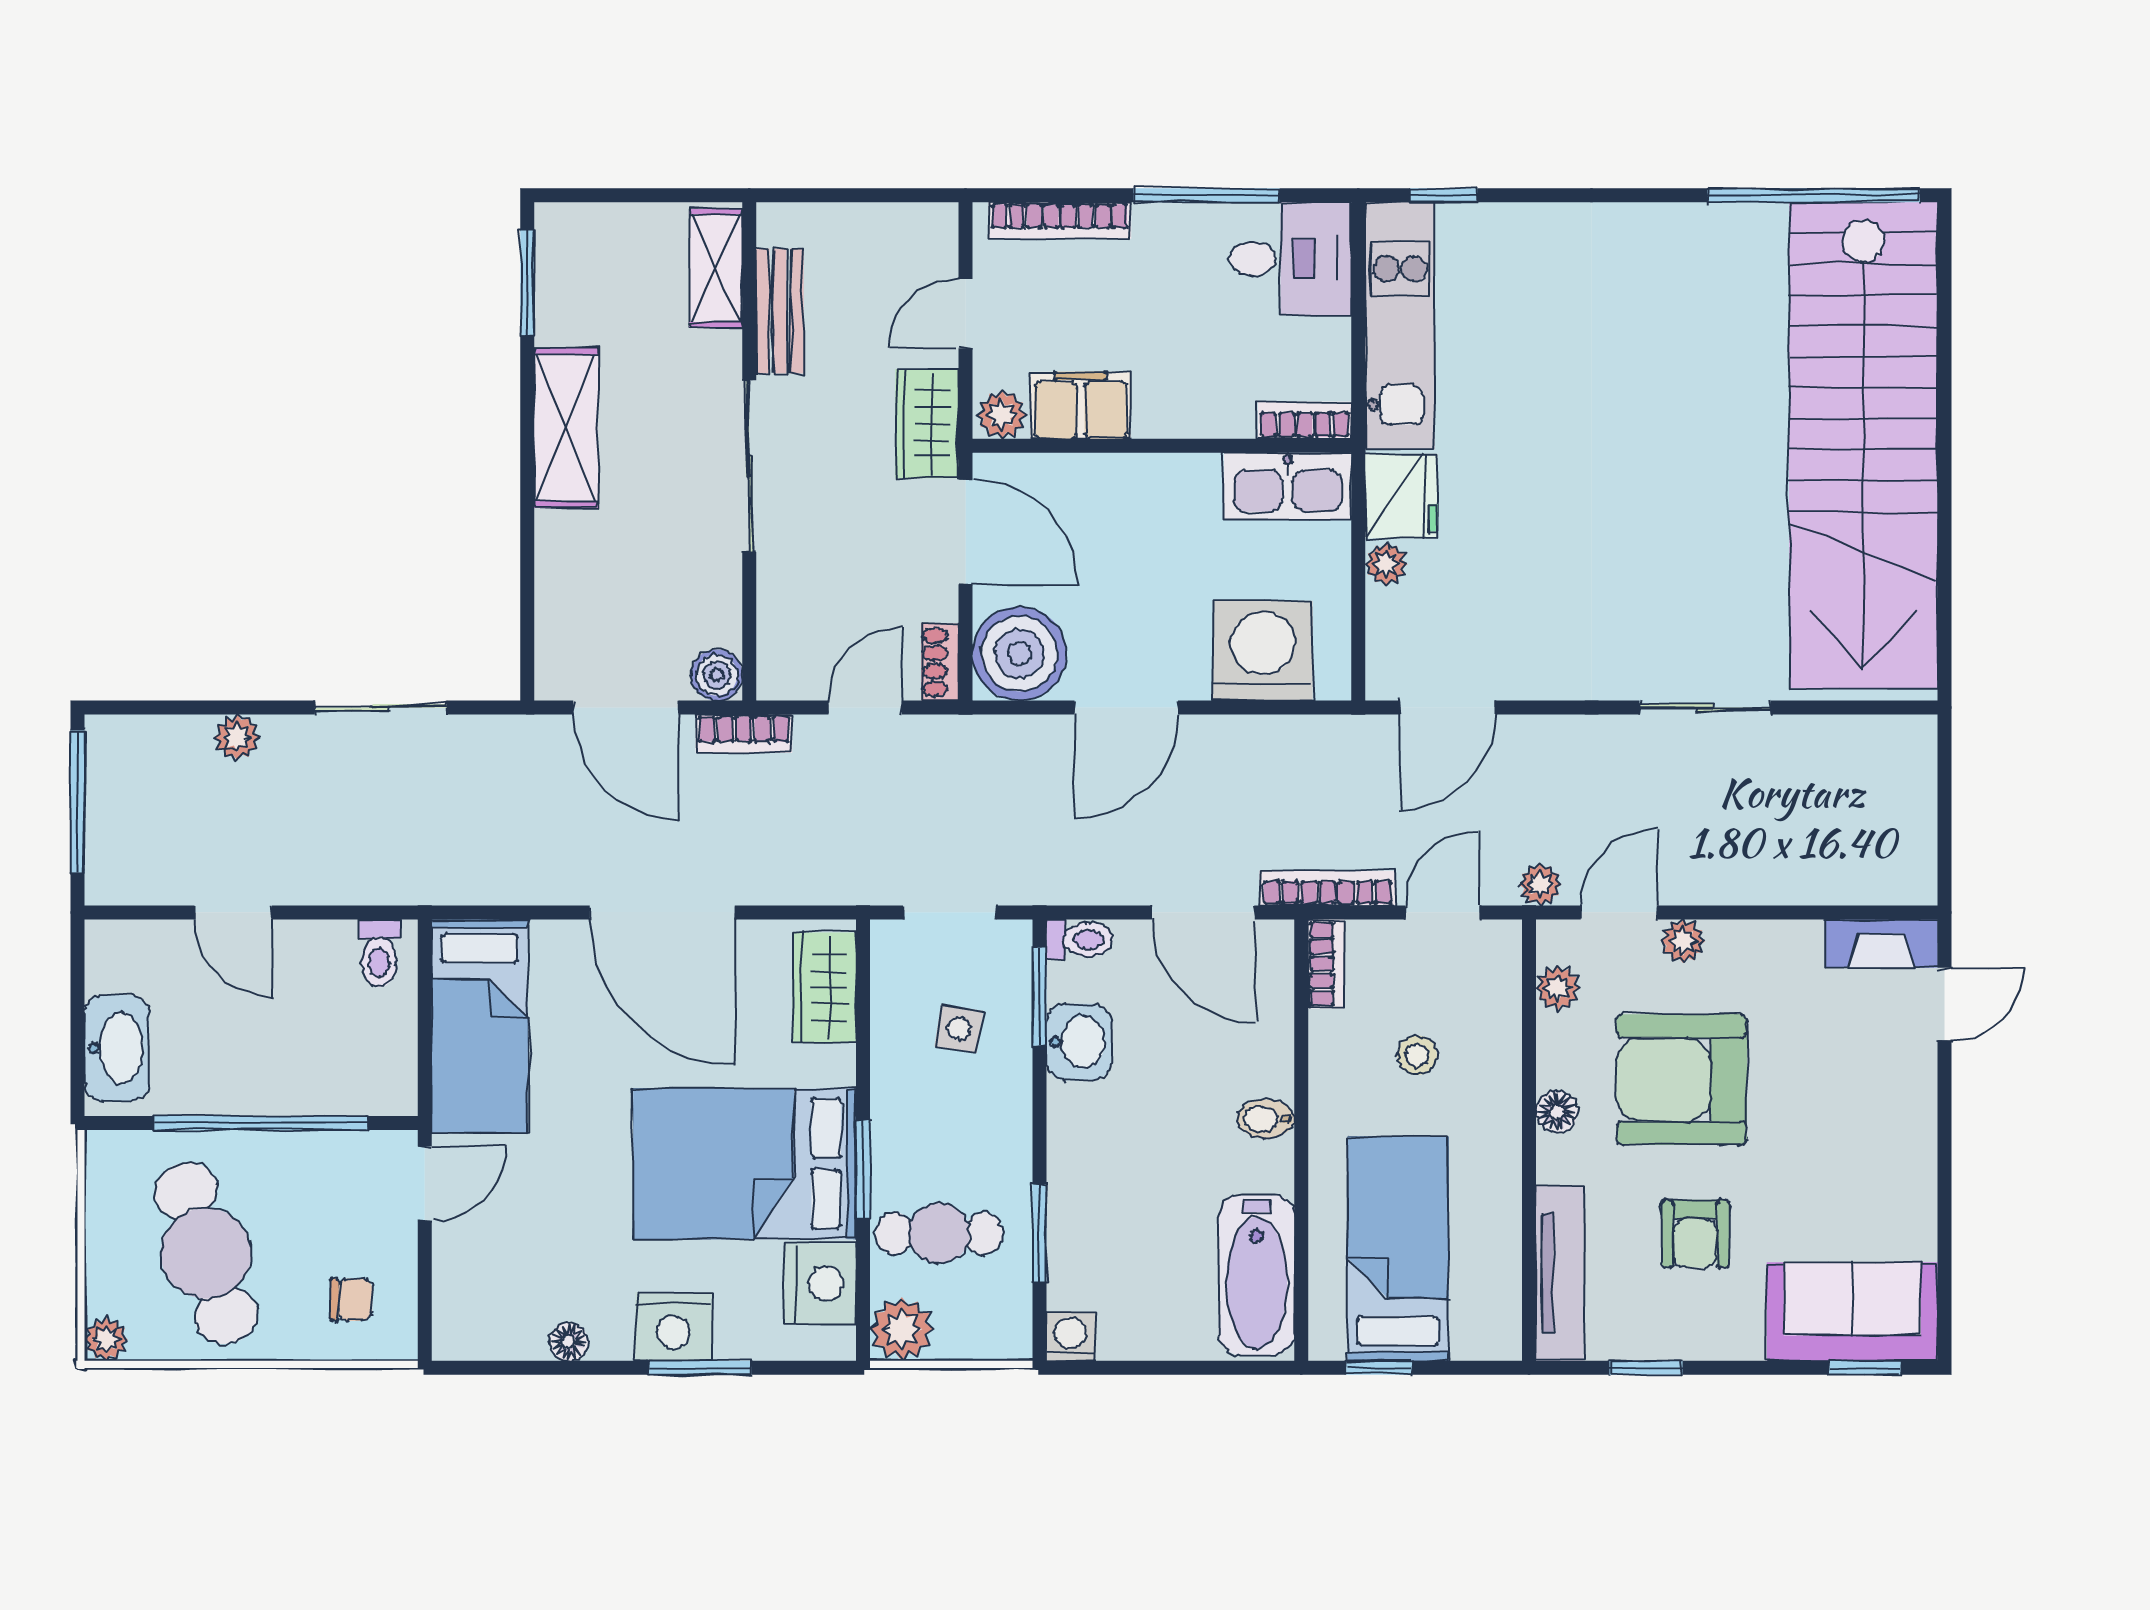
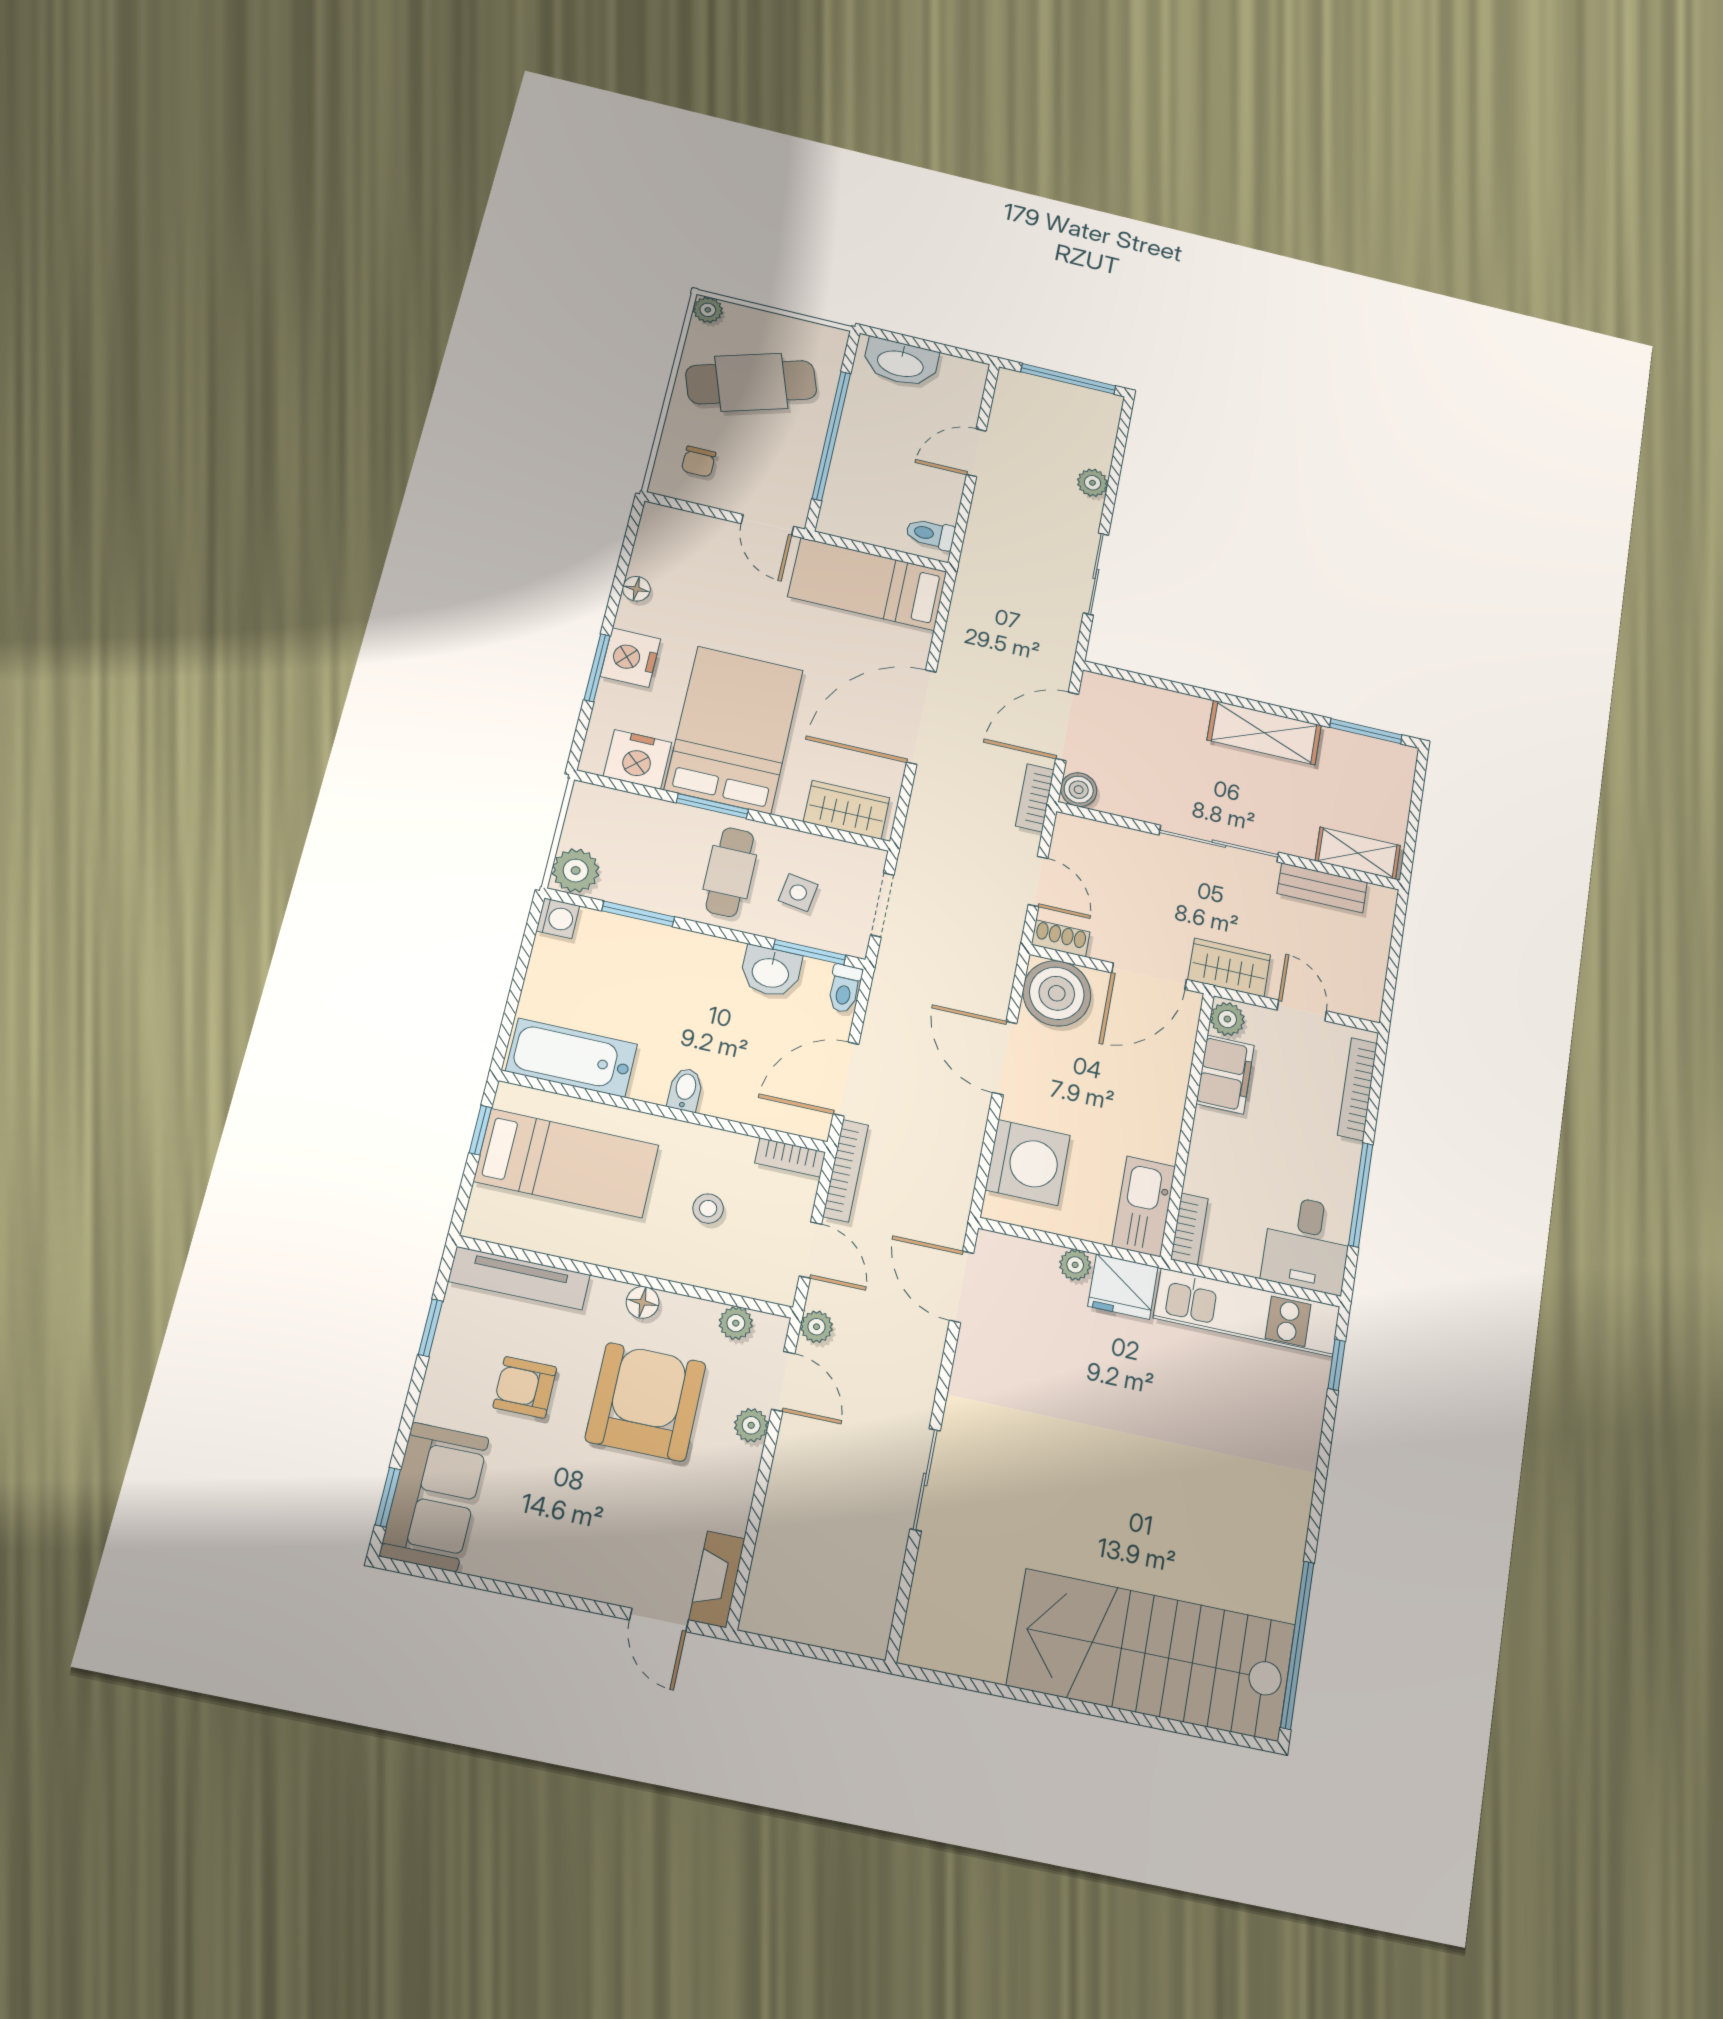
stairs: (1863, 445) -> (1152, 1655), width x0.73
cafe table: (939, 1234) -> (730, 872), moved
plant: (902, 1329) -> (576, 871), moved

